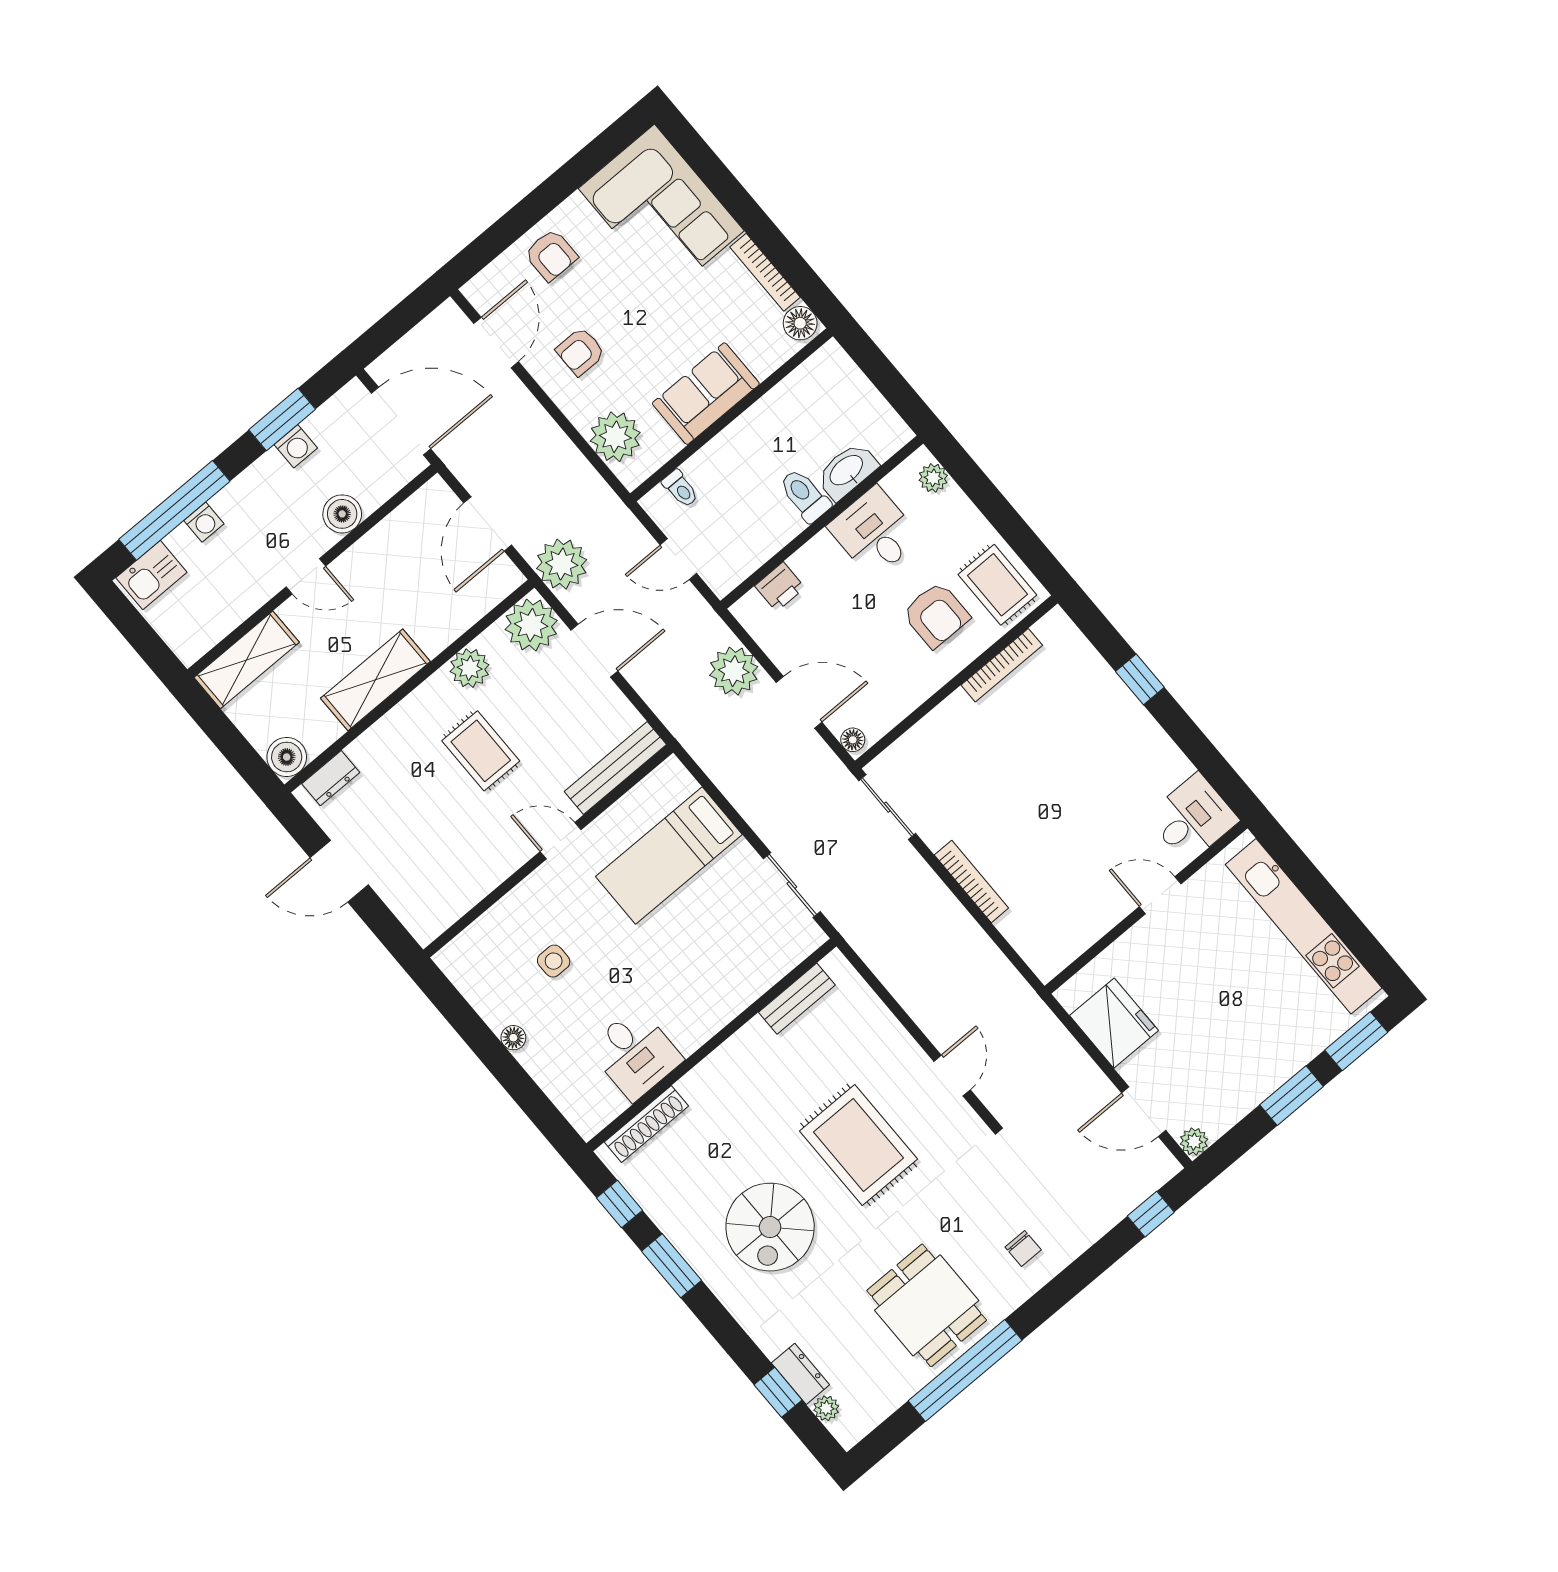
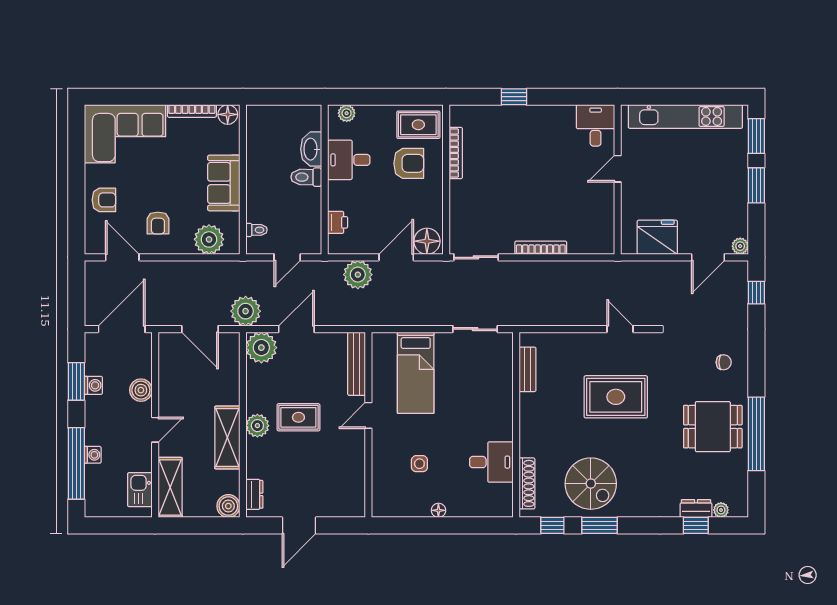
kitchen sink: (151, 575) -> (140, 490), moved, turned 180
plant: (470, 668) -> (257, 426), moved
floor lamp: (853, 740) -> (427, 241), width x1.89, depth x1.89
spiral stairs: (770, 1227) -> (591, 484), moved

